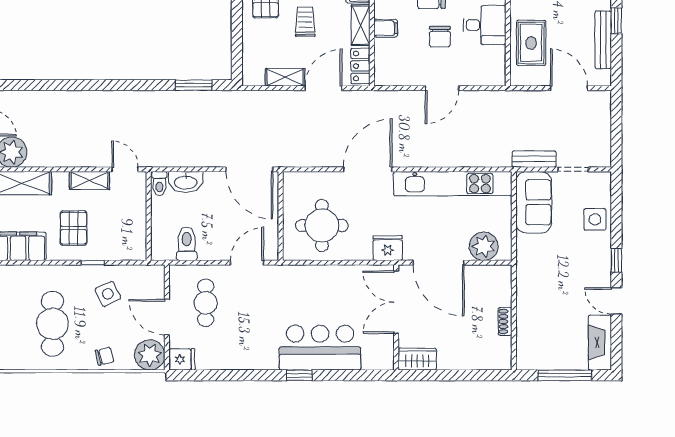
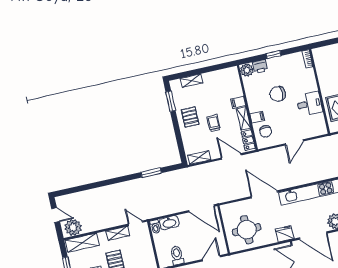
chair: (440, 37) -> (266, 131), moved
shelving: (285, 77) -> (199, 158), moved
window: (194, 85) -> (151, 173), moved
door: (323, 88) -> (231, 156), hinge flipped
door: (368, 169) -> (264, 194), hinge flipped

